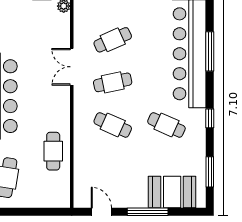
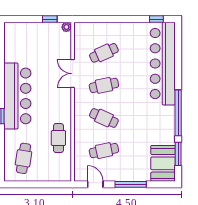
window: (210, 51) -> (178, 62), removed
window: (210, 118) -> (178, 113), width x3.17
cafe table: (166, 125) -> (104, 151), moved, turned -36
booth: (172, 192) -> (163, 163), moved, turned 90

